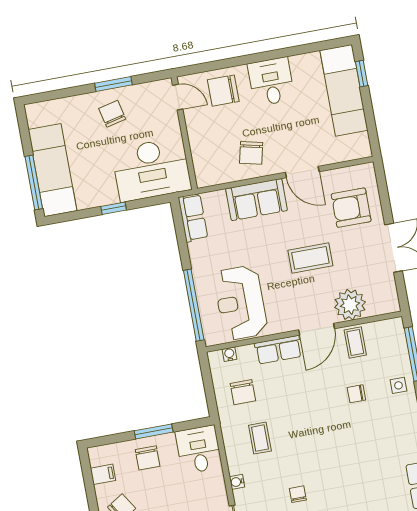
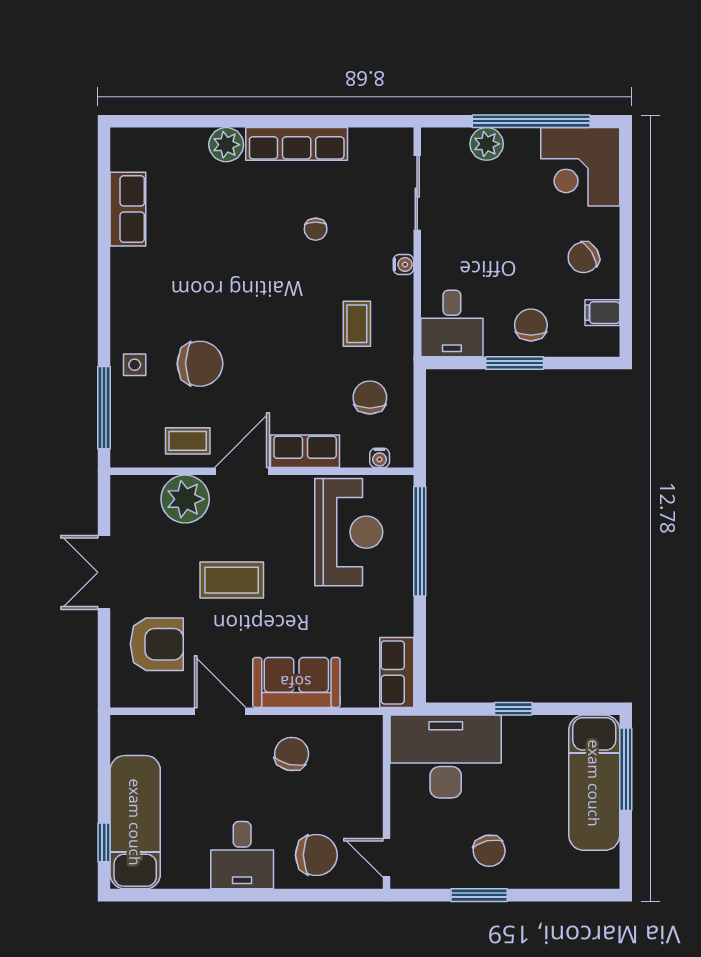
coffee table: (355, 342) -> (188, 441), turned 90
chair: (356, 394) -> (200, 364), width x1.87, depth x1.87

